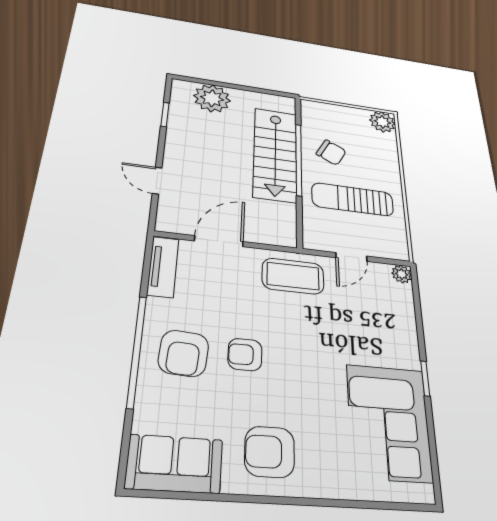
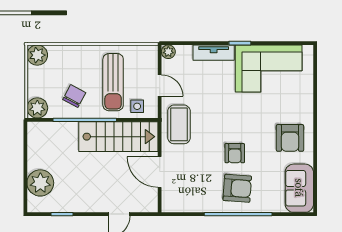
plant: (314, 111) -> (37, 108), added
stairs: (275, 154) -> (118, 137), moved
side table: (320, 224) -> (137, 106), added
tv unit: (163, 267) -> (214, 53), moved, turned 180

